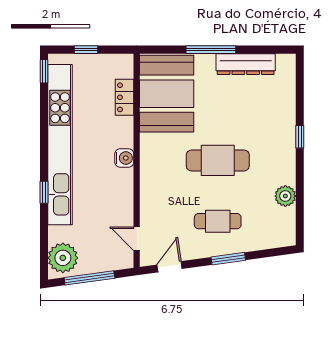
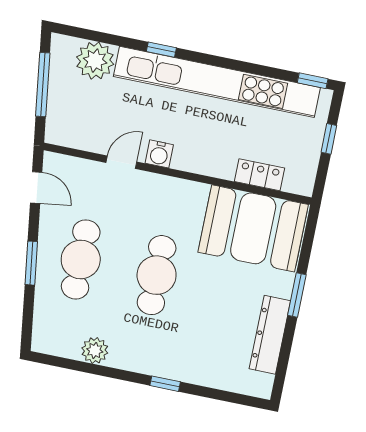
window: (211, 50) -> (297, 295), width x0.69
water cooler: (124, 158) -> (159, 154), moved
cafe table: (218, 221) -> (81, 259), width x1.37, depth x1.35
door: (137, 239) -> (121, 162), moved
plant: (63, 258) -> (95, 61), moved

